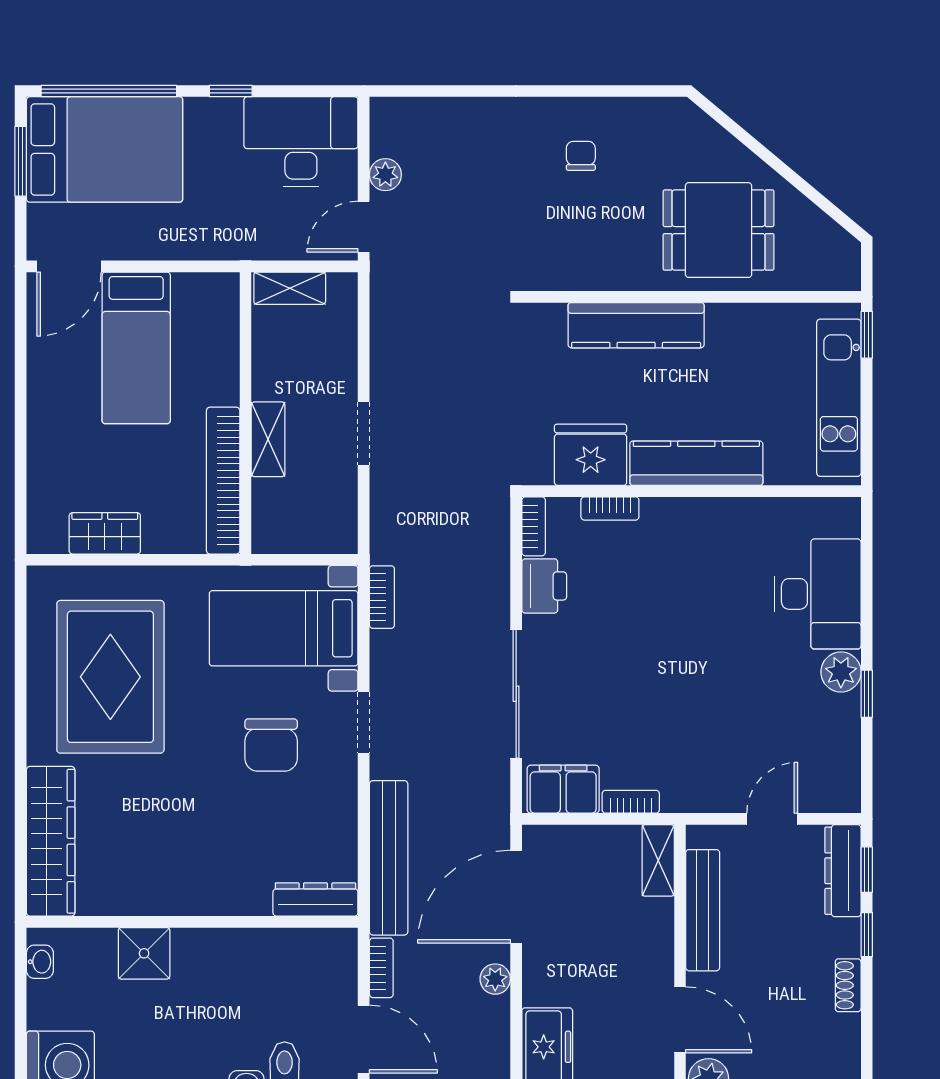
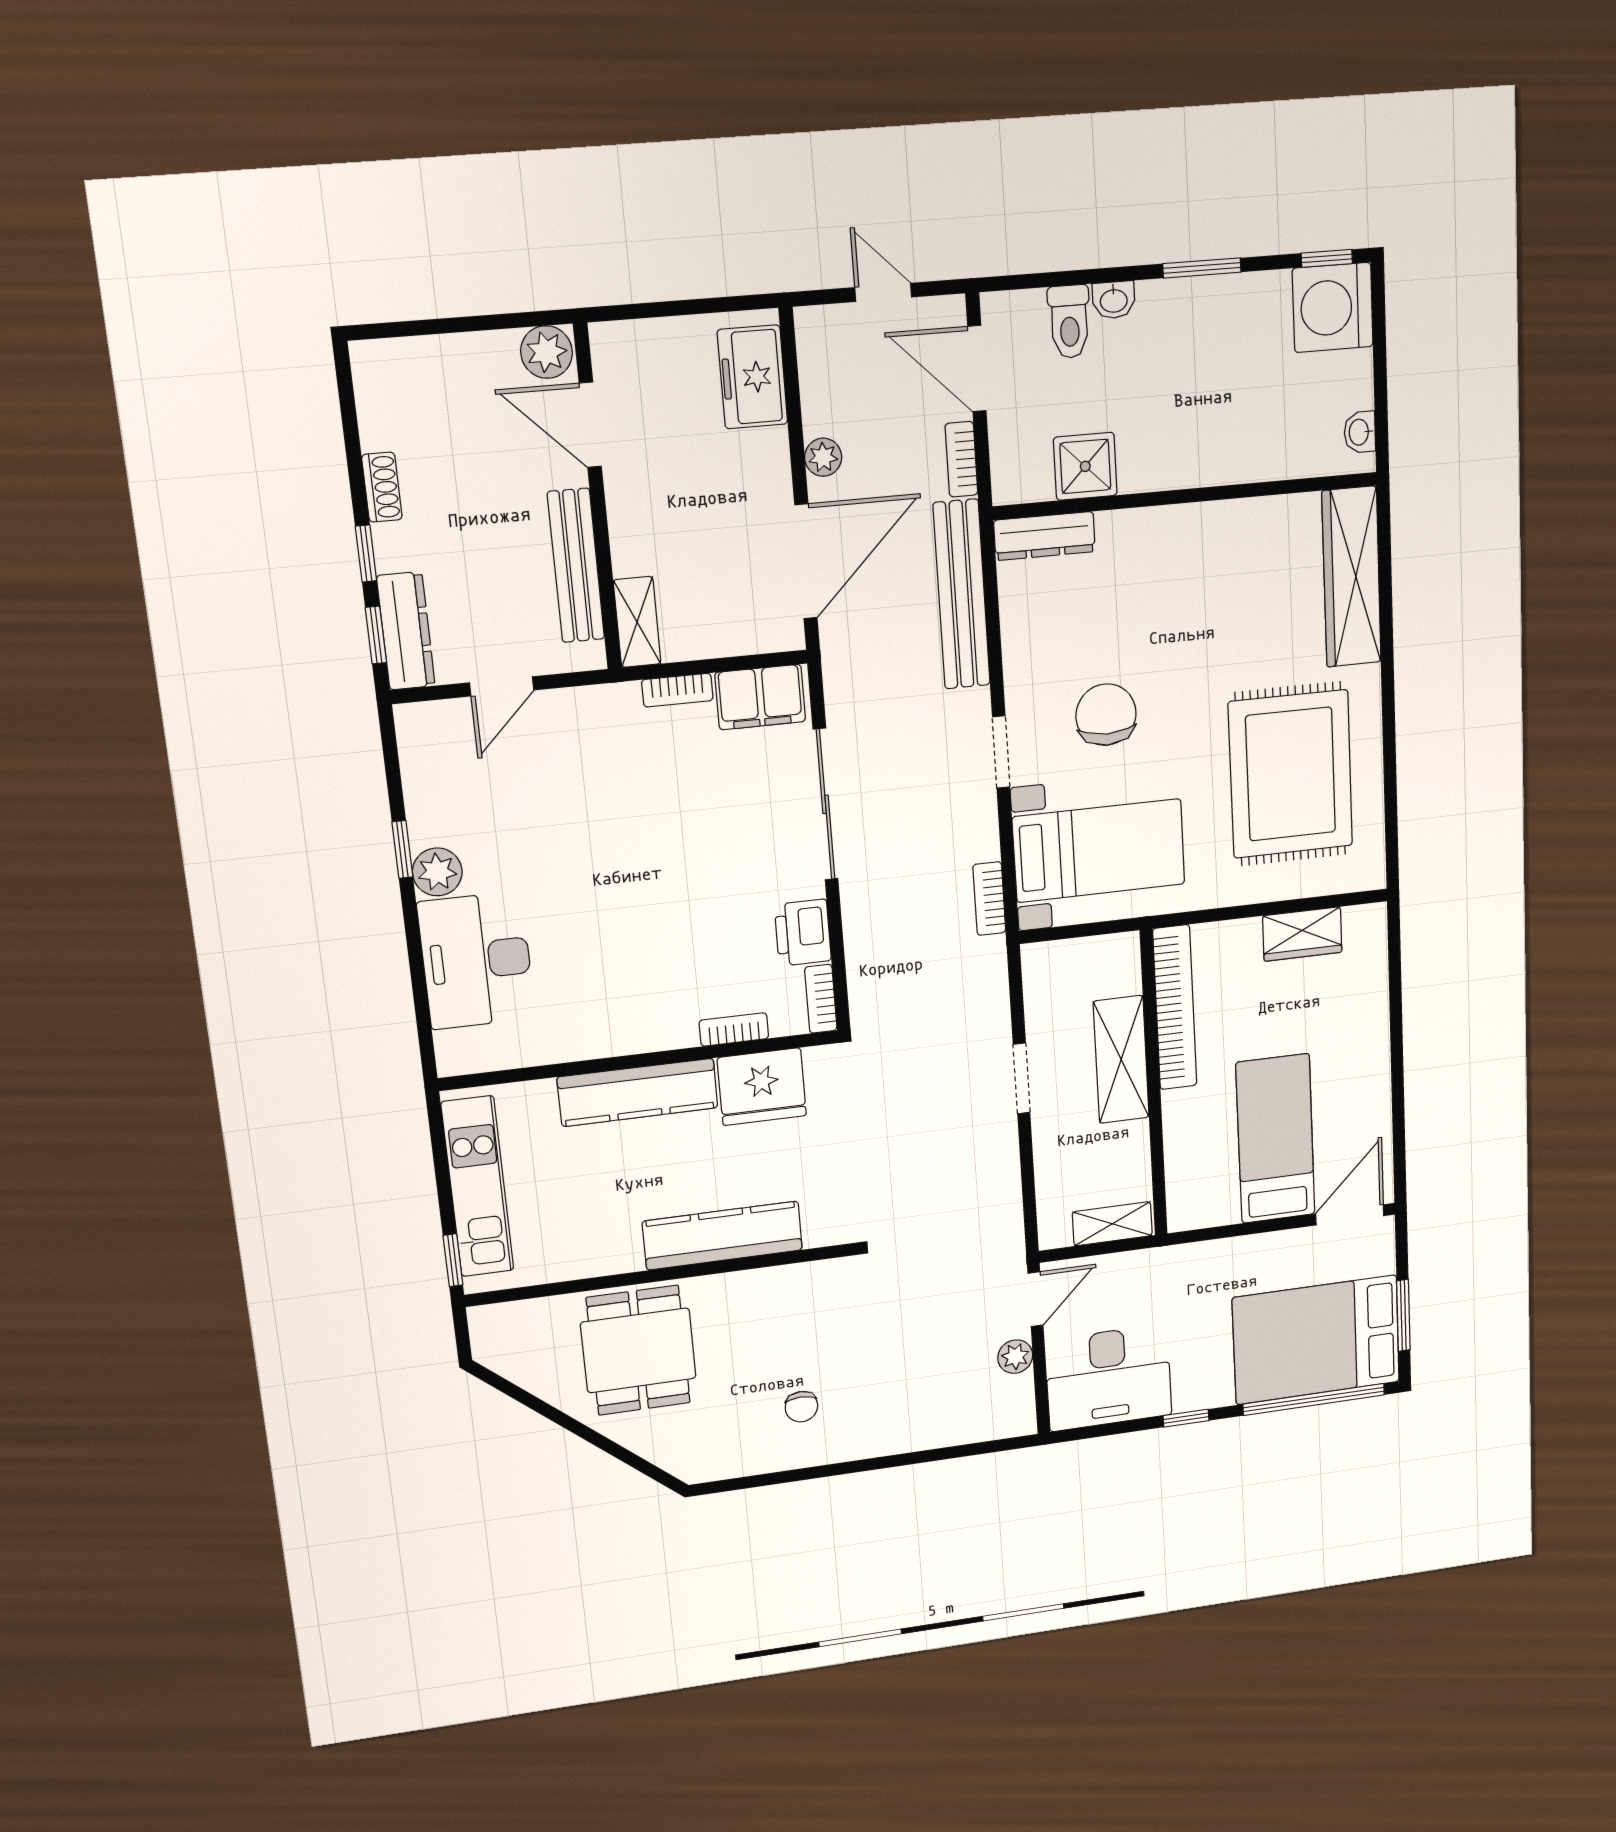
dining table: (719, 230) -> (638, 1350), turned 90
shelving: (268, 439) -> (1121, 1060), width x1.50, depth x1.33
shower: (144, 953) -> (1085, 466), moved

